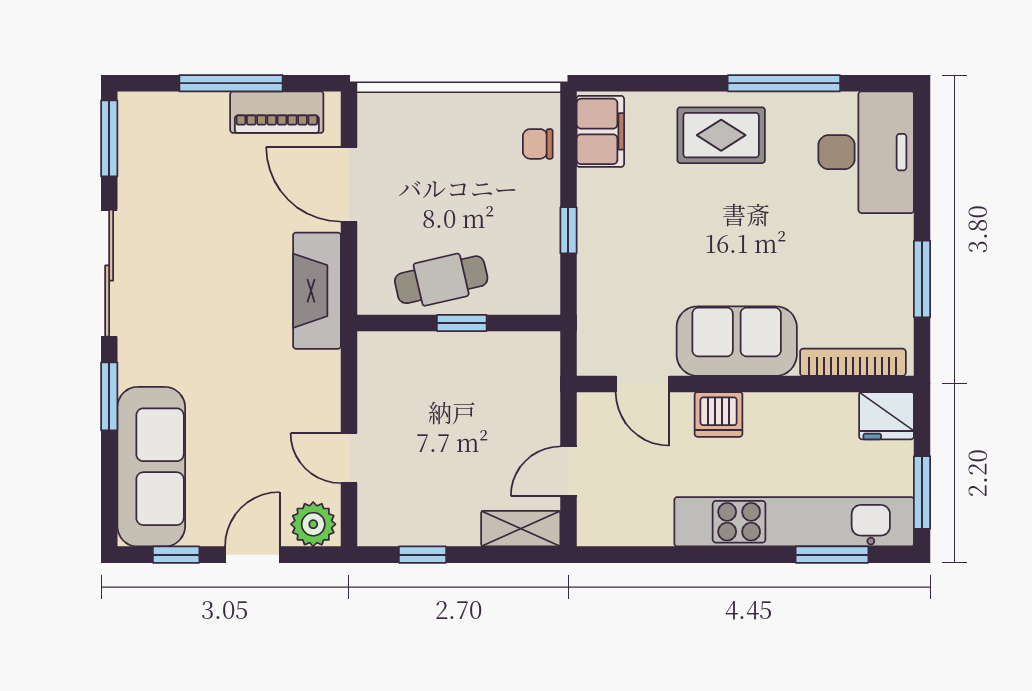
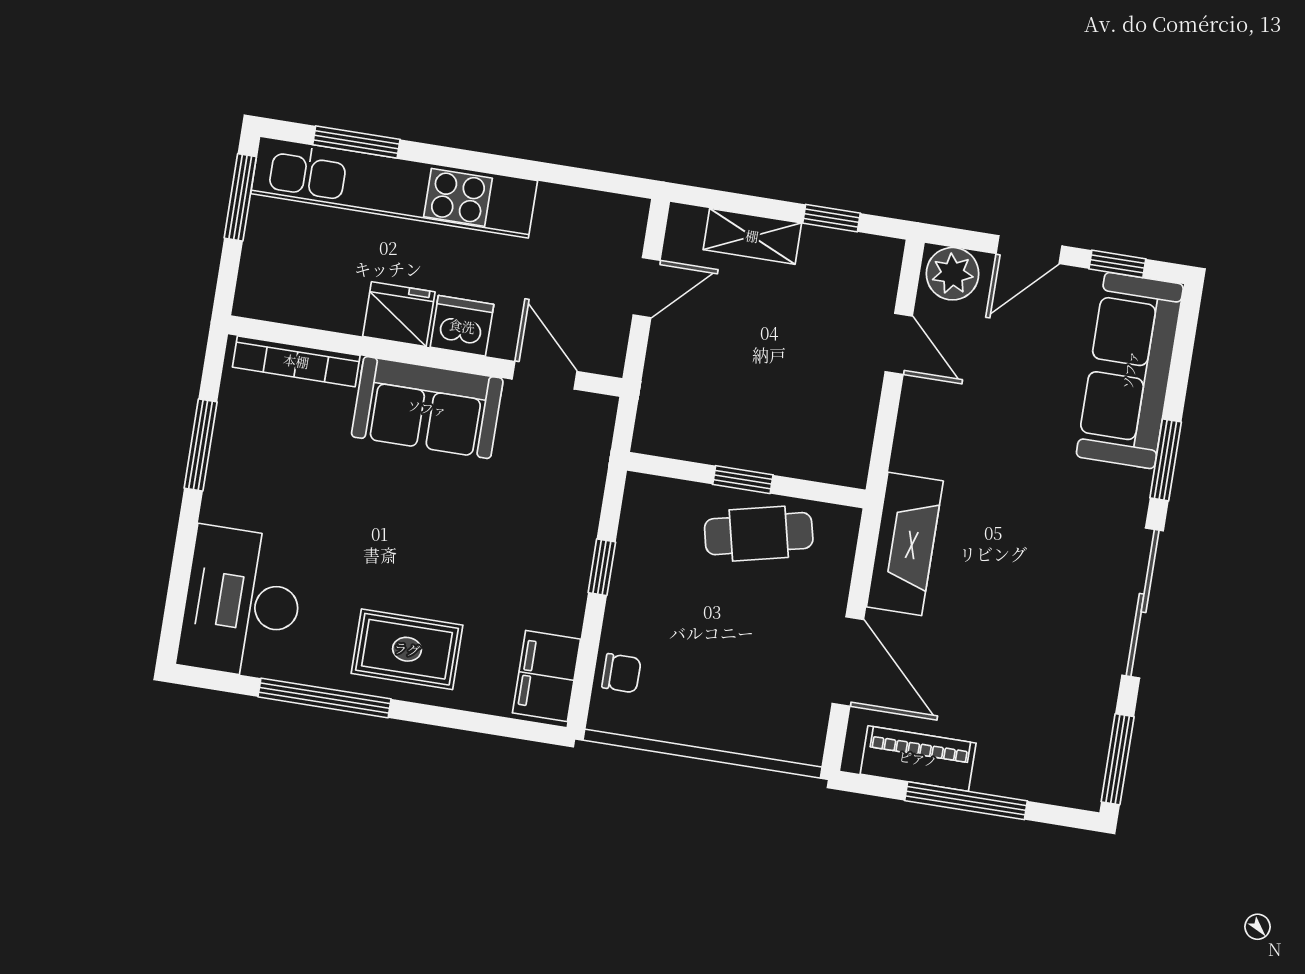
fridge: (887, 416) -> (399, 314), moved
shelving: (521, 529) -> (752, 236), moved

